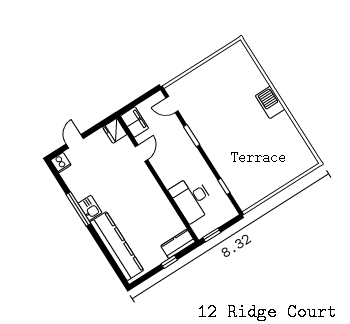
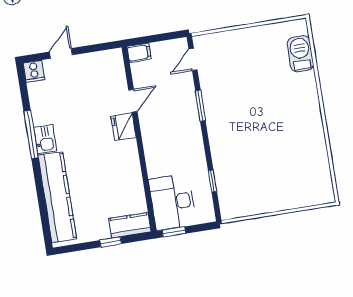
barbecue: (270, 102) -> (300, 54), moved
door: (172, 105) -> (193, 59), hinge flipped
filing cabinet: (134, 122) -> (139, 53), width x0.50
fridge: (115, 131) -> (123, 127), moved
desk: (192, 199) -> (173, 202), moved

